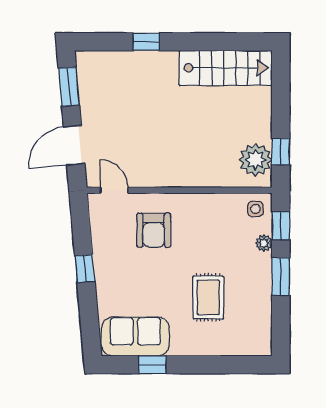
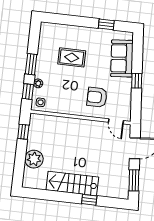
stairs: (226, 68) -> (72, 183), moved
plant: (255, 160) -> (34, 159), moved
armchair: (154, 230) -> (97, 97), turned -90
rug: (208, 297) -> (72, 57), turned 90
sofa: (135, 336) -> (122, 58), moved, turned 85

